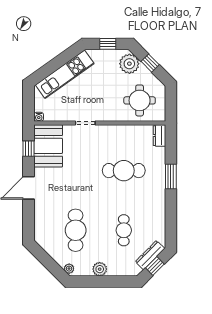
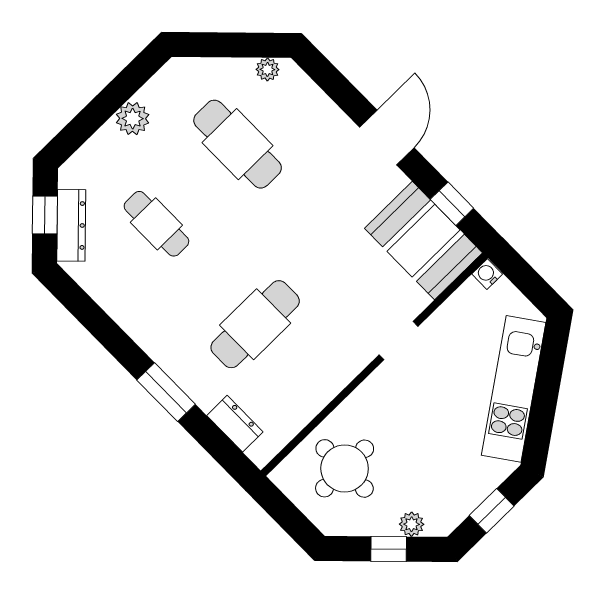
plant: (129, 64) -> (412, 524), width x0.53, depth x0.53
dresser: (159, 136) -> (235, 424), moved
plant: (69, 269) -> (267, 69), moved

